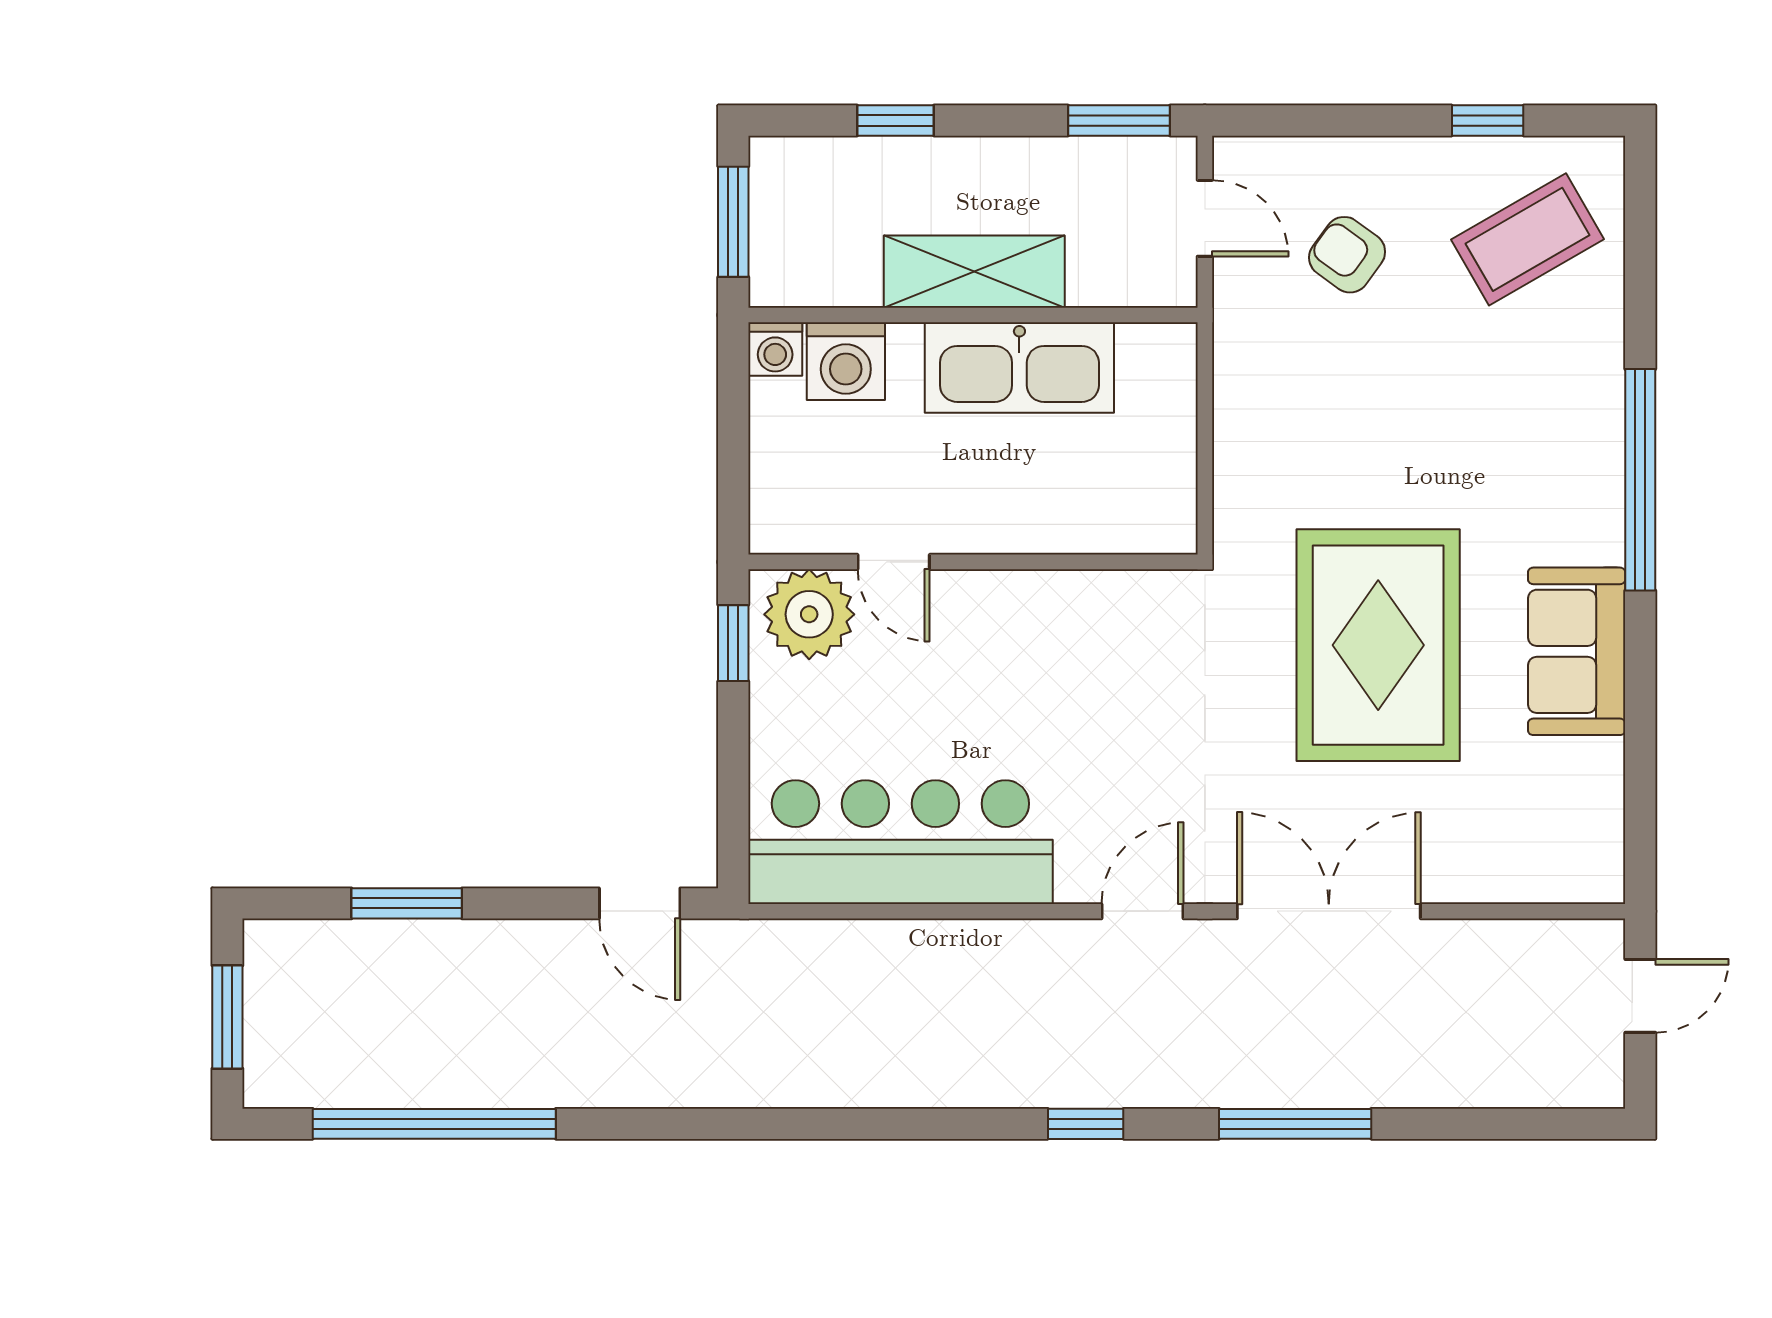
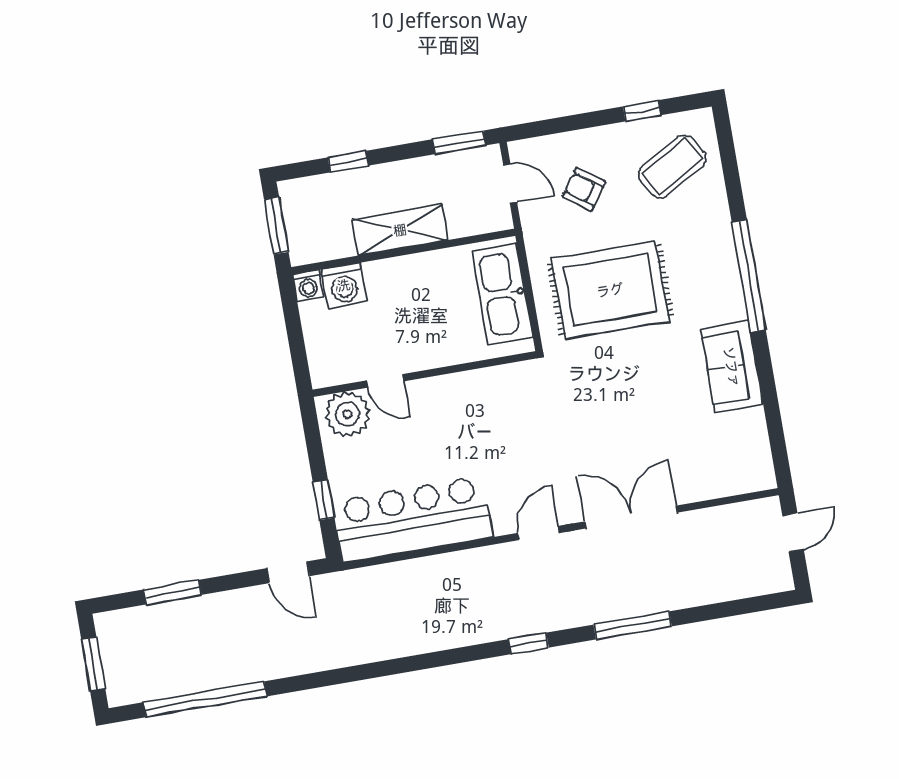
kitchen sink: (1019, 368) -> (502, 294), moved, turned 90
window: (733, 643) -> (324, 500), moved
rug: (1378, 645) -> (610, 290), moved, turned 90

